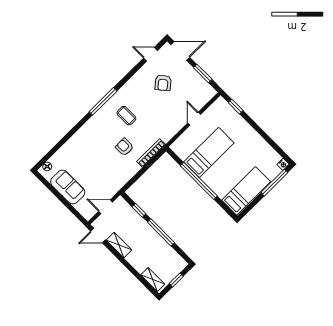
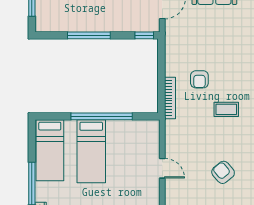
armchair: (124, 147) -> (199, 79), turned 90
bed: (209, 152) -> (91, 151), moved
window: (139, 210) -> (144, 35), moved

